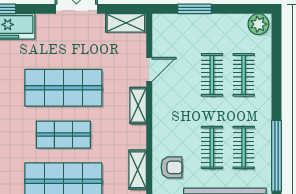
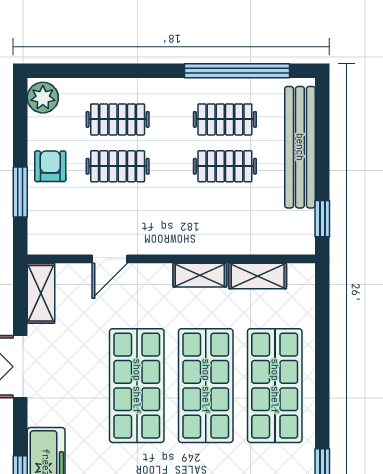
door: (149, 69) -> (110, 259), swing flipped
shelving: (138, 106) -> (200, 275), moved
shop shelf: (63, 135) -> (206, 386), width x1.43, depth x1.36
armchair: (172, 167) -> (50, 166), moved

